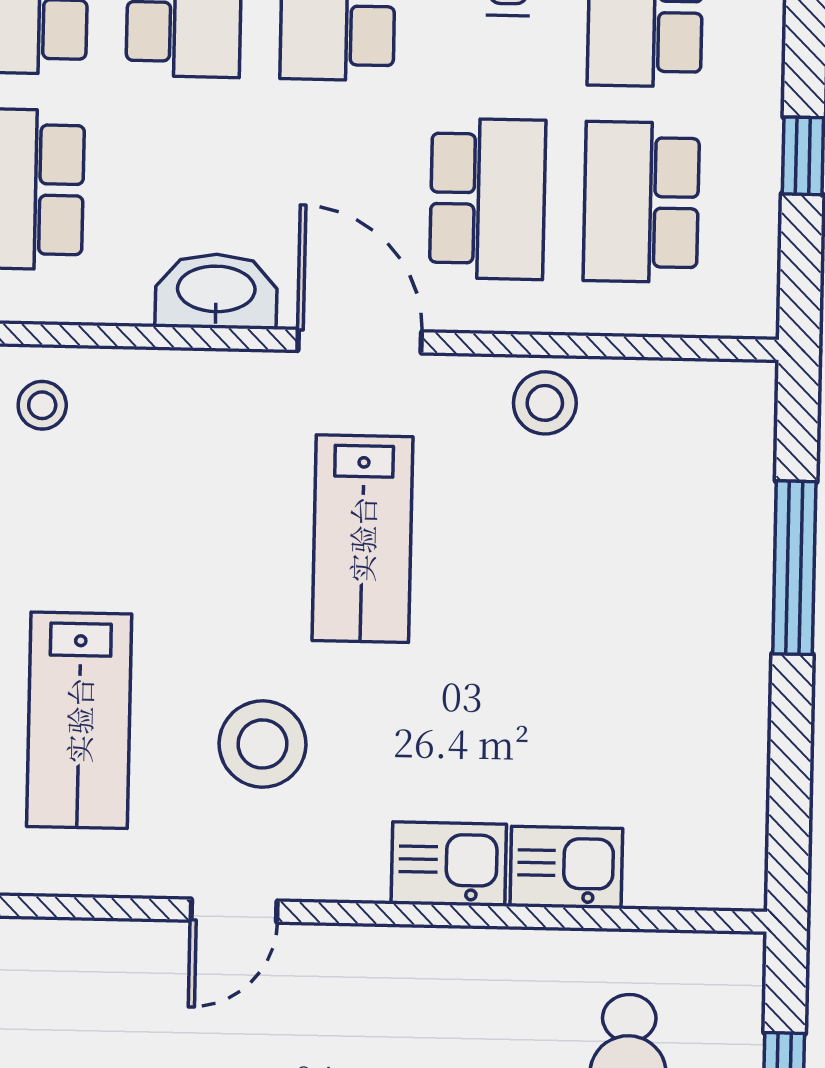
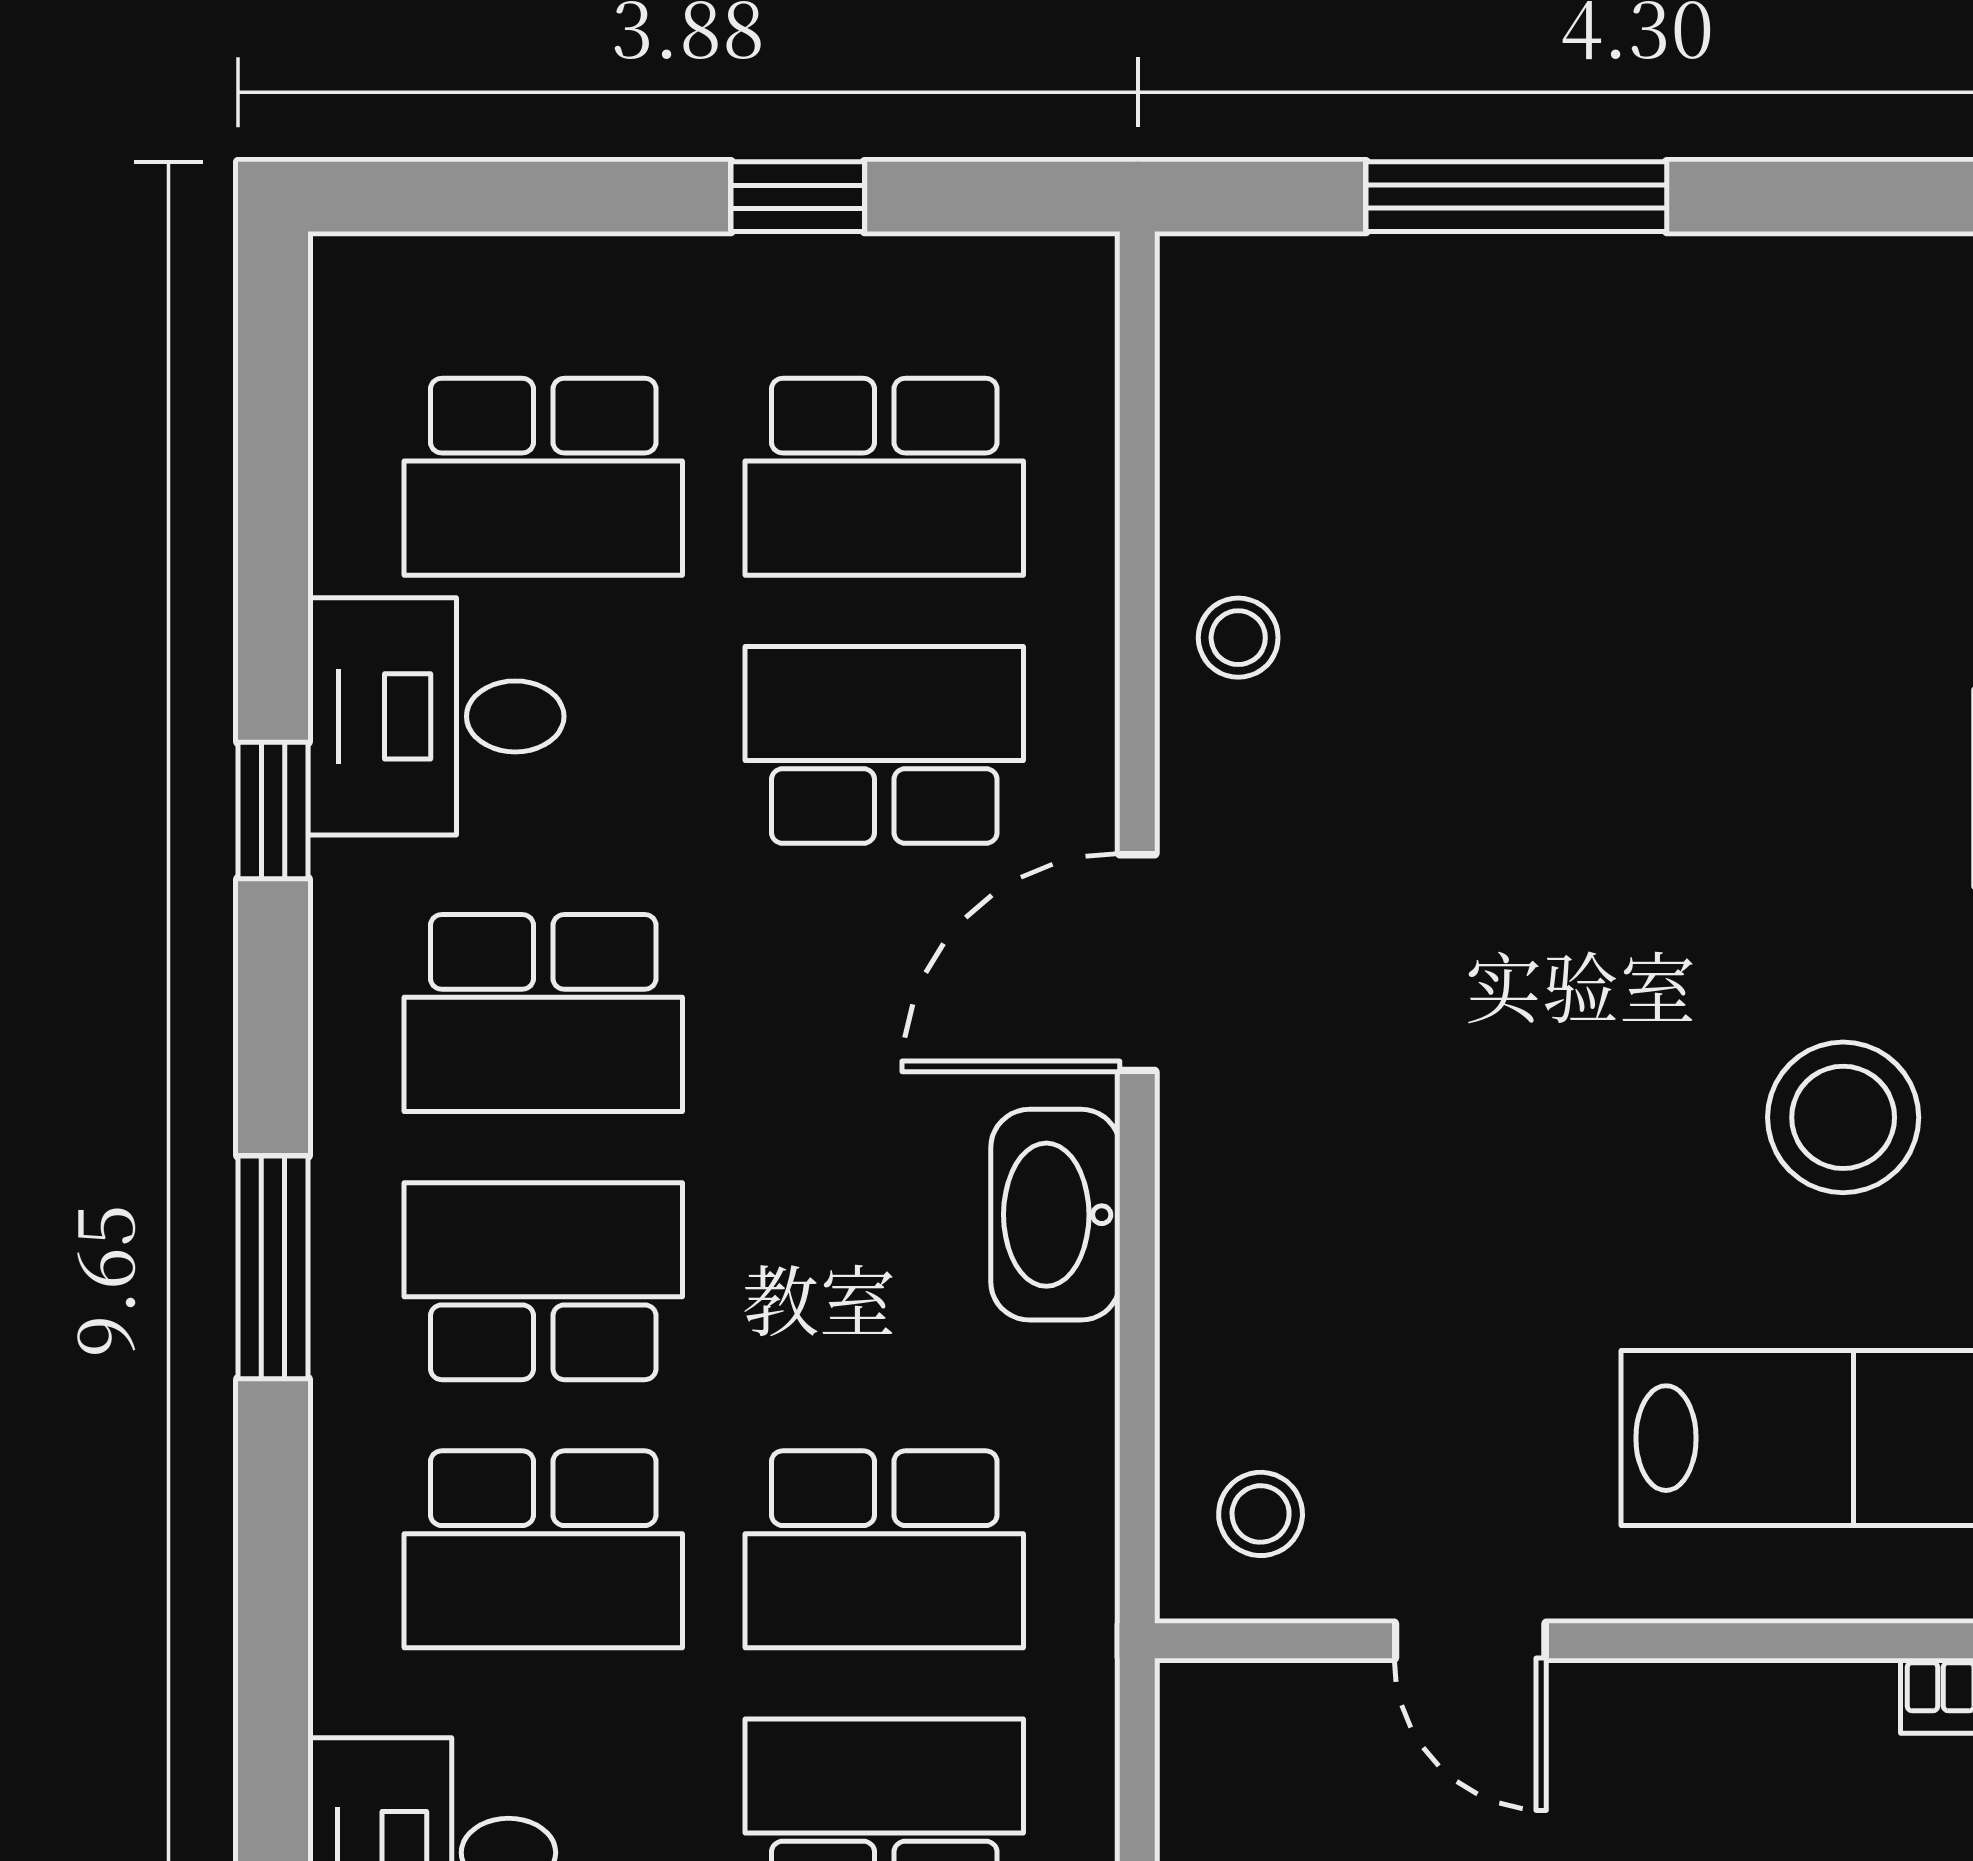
stool: (545, 403) -> (1238, 638), width x0.73, depth x0.73
lab bench: (362, 539) -> (1481, 951), removed

